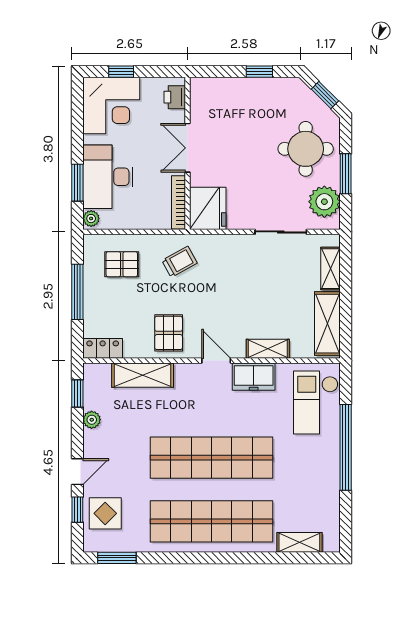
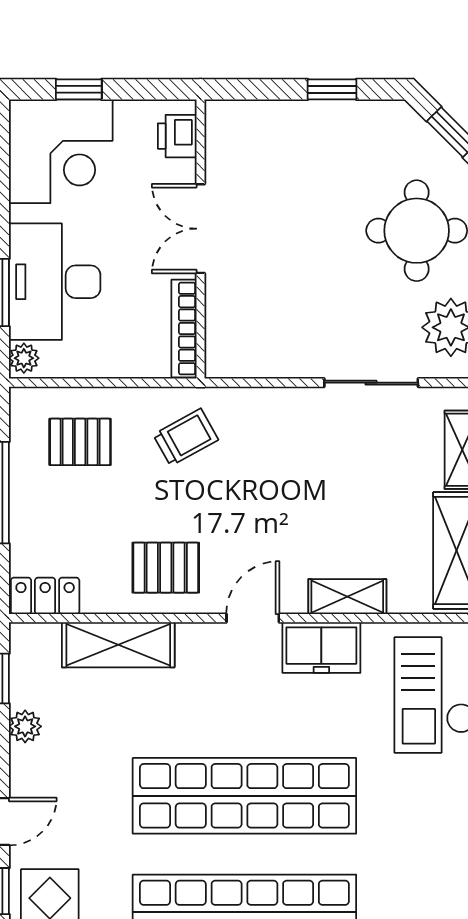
fridge: (208, 208) -> (238, 340), removed
pallet: (169, 333) -> (166, 568), turned 90
door: (216, 361) -> (253, 618), hinge flipped

